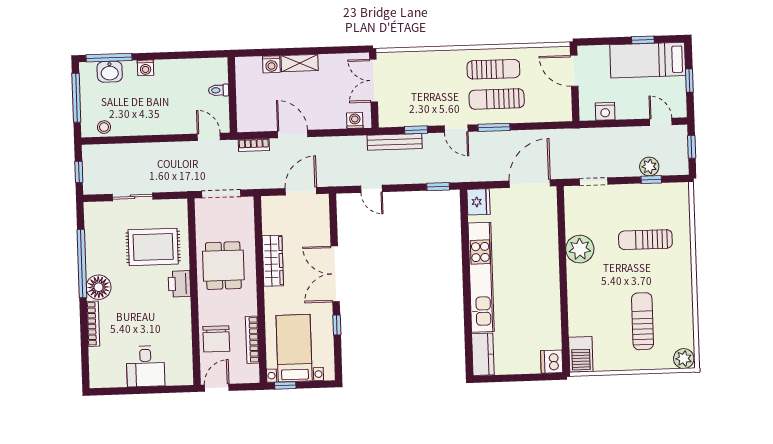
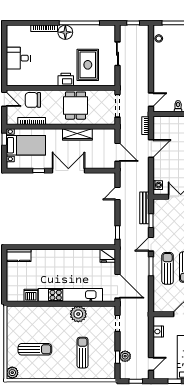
dining table: (223, 266) -> (76, 106), turned 90
kitchen unit: (481, 277) -> (70, 295), moved, turned 180
barbecue: (581, 354) -> (17, 313), removed
dishwasher: (552, 362) -> (31, 295), moved

